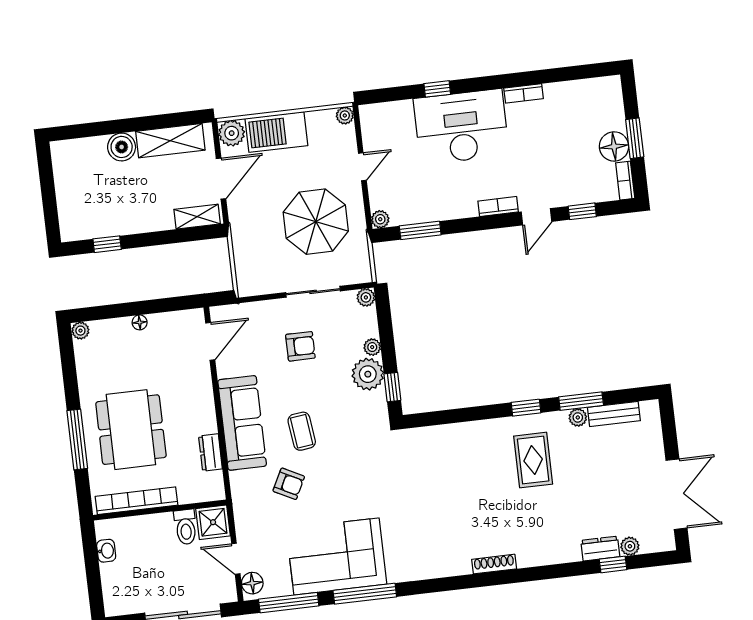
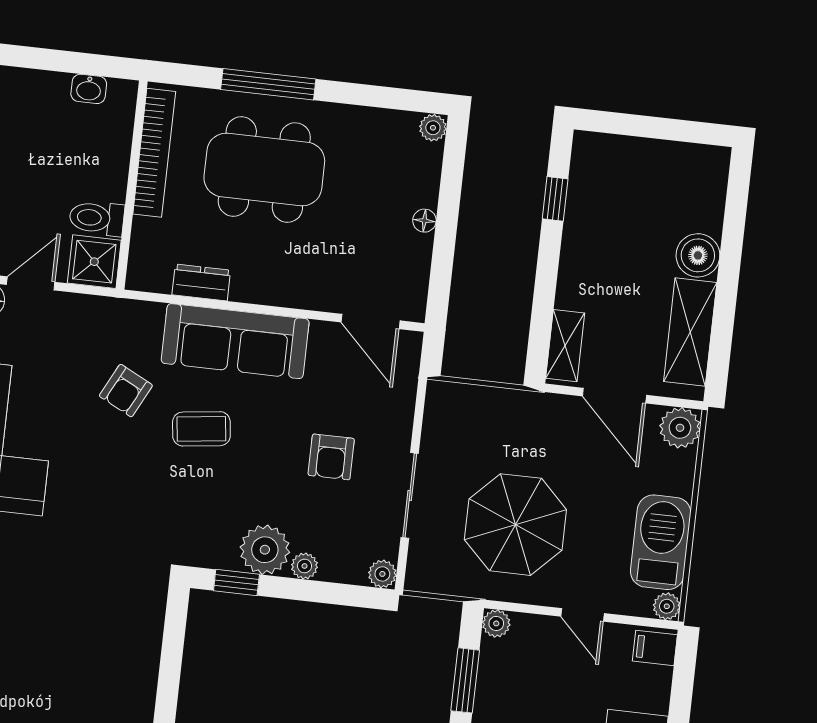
filing cabinet: (372, 117) -> (655, 648), added
barbecue: (276, 132) -> (661, 542), moved

